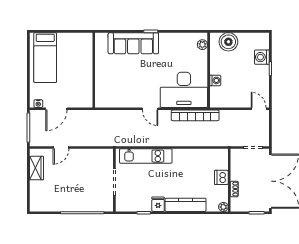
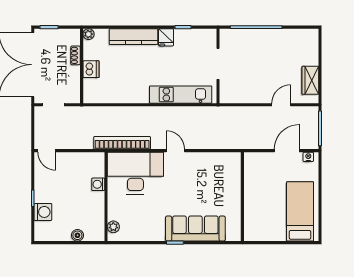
boiler: (228, 42) -> (77, 235), width x0.54, depth x0.54

